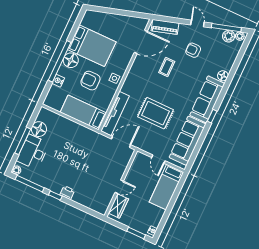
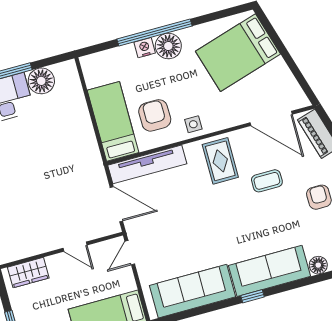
bed: (92, 46) -> (238, 53), moved, turned 73
nightstand: (58, 81) -> (145, 48), moved
armchair: (90, 81) -> (155, 115), moved
rug: (156, 113) -> (220, 161), moved, width x0.73, depth x0.70
door: (158, 159) -> (130, 253), moved
door: (119, 187) -> (75, 247), moved

